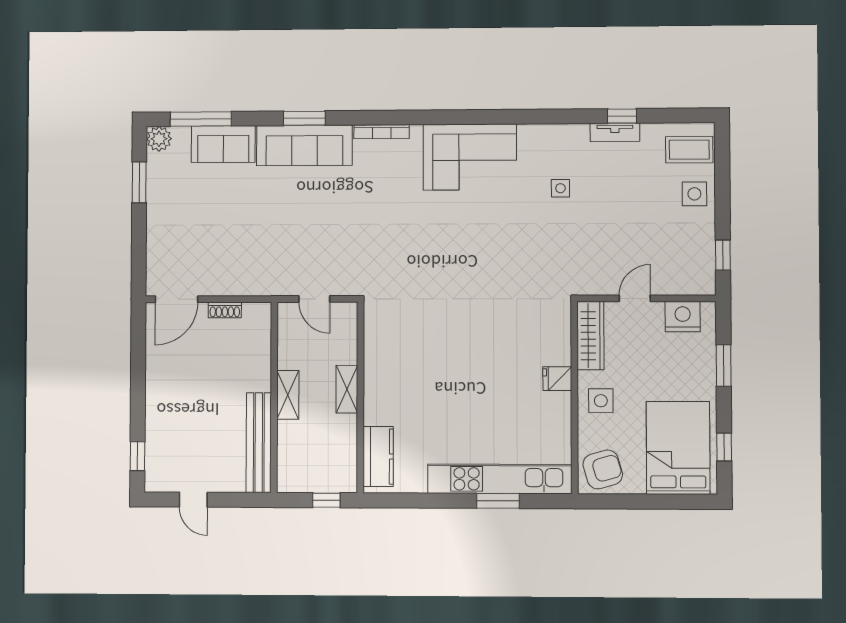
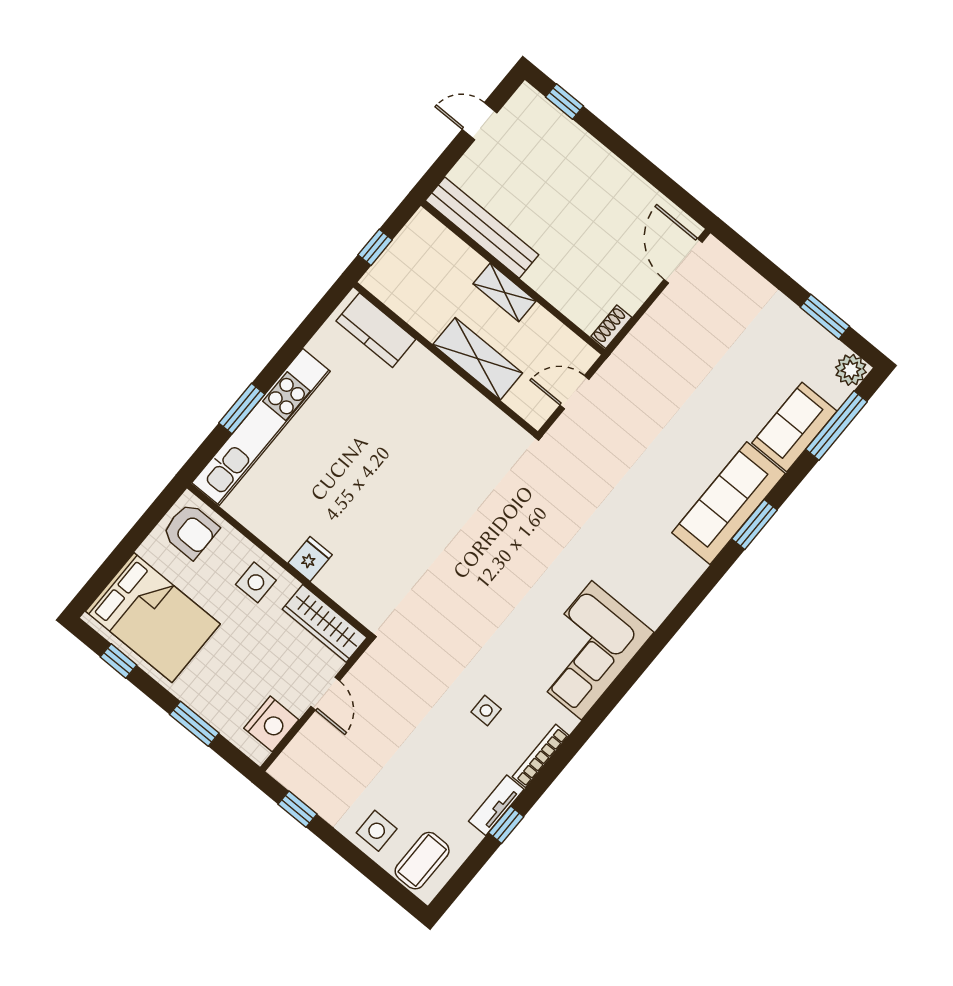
bookcase: (382, 132) -> (541, 756), moved
shoe rack: (225, 310) -> (611, 327), moved
shelving: (347, 389) -> (478, 359), width x1.50, depth x1.33
armchair: (603, 469) -> (190, 531), turned -74

